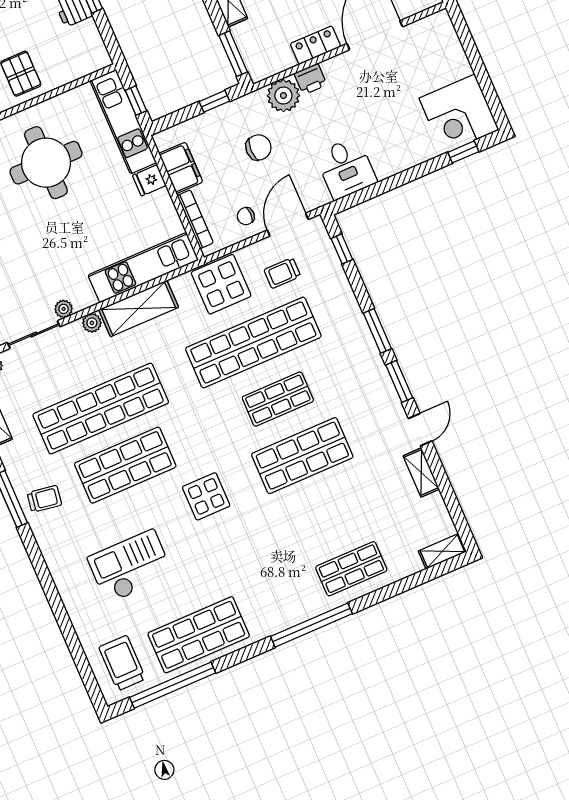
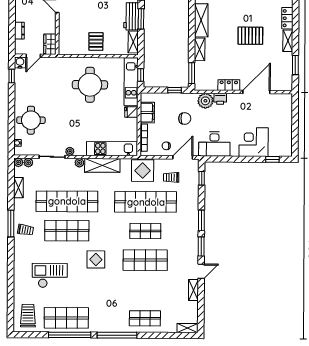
shelving: (93, 43) -> (133, 42), added
corner desk: (459, 114) -> (254, 142), moved, turned 90
desk: (346, 168) -> (214, 144), width x1.37
window: (173, 685) -> (70, 335), moved

